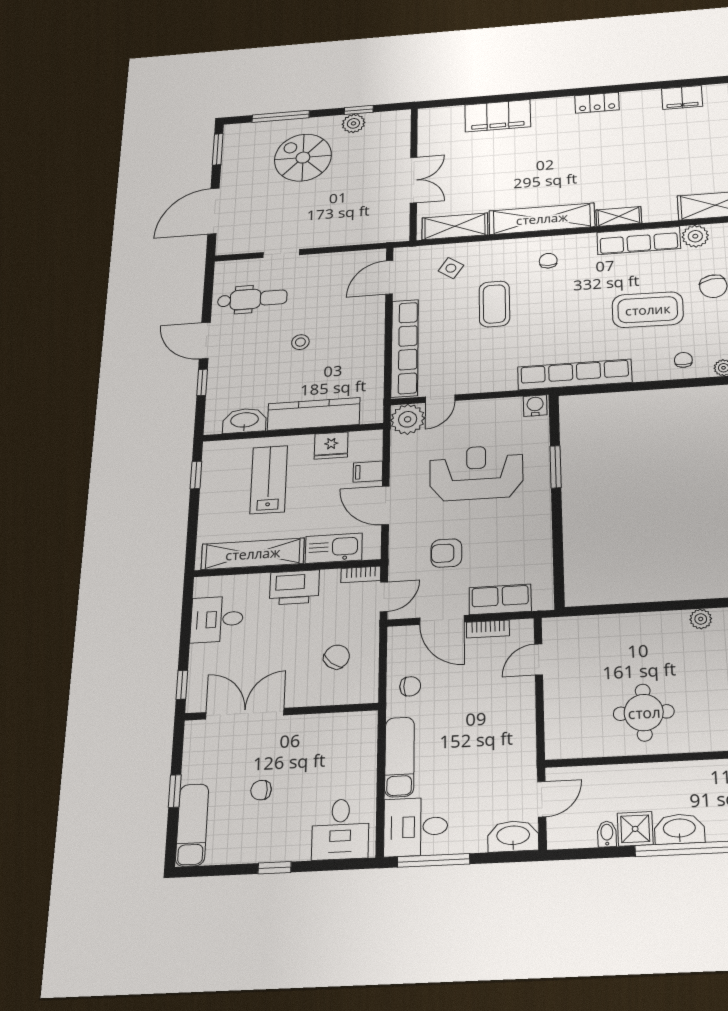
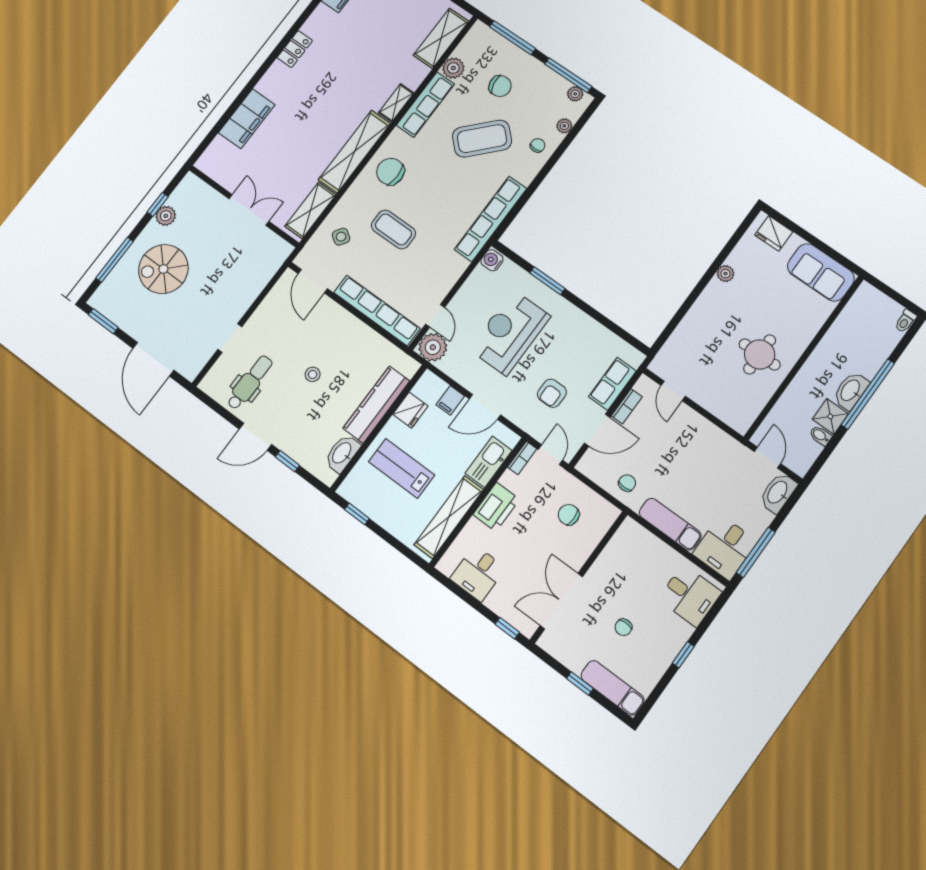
chair: (548, 261) -> (390, 172), width x1.87, depth x1.87
coffee table: (648, 310) -> (482, 139), turned 43
chair: (683, 360) -> (538, 145), turned 90
chair: (337, 657) -> (569, 515), turned -39

